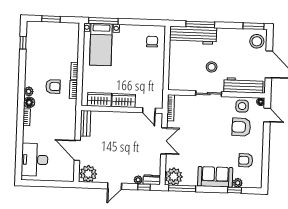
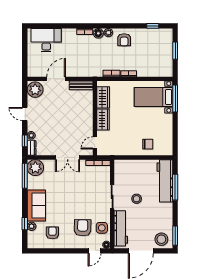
chair: (152, 42) -> (148, 144), moved
armchair: (53, 86) -> (124, 40), moved

